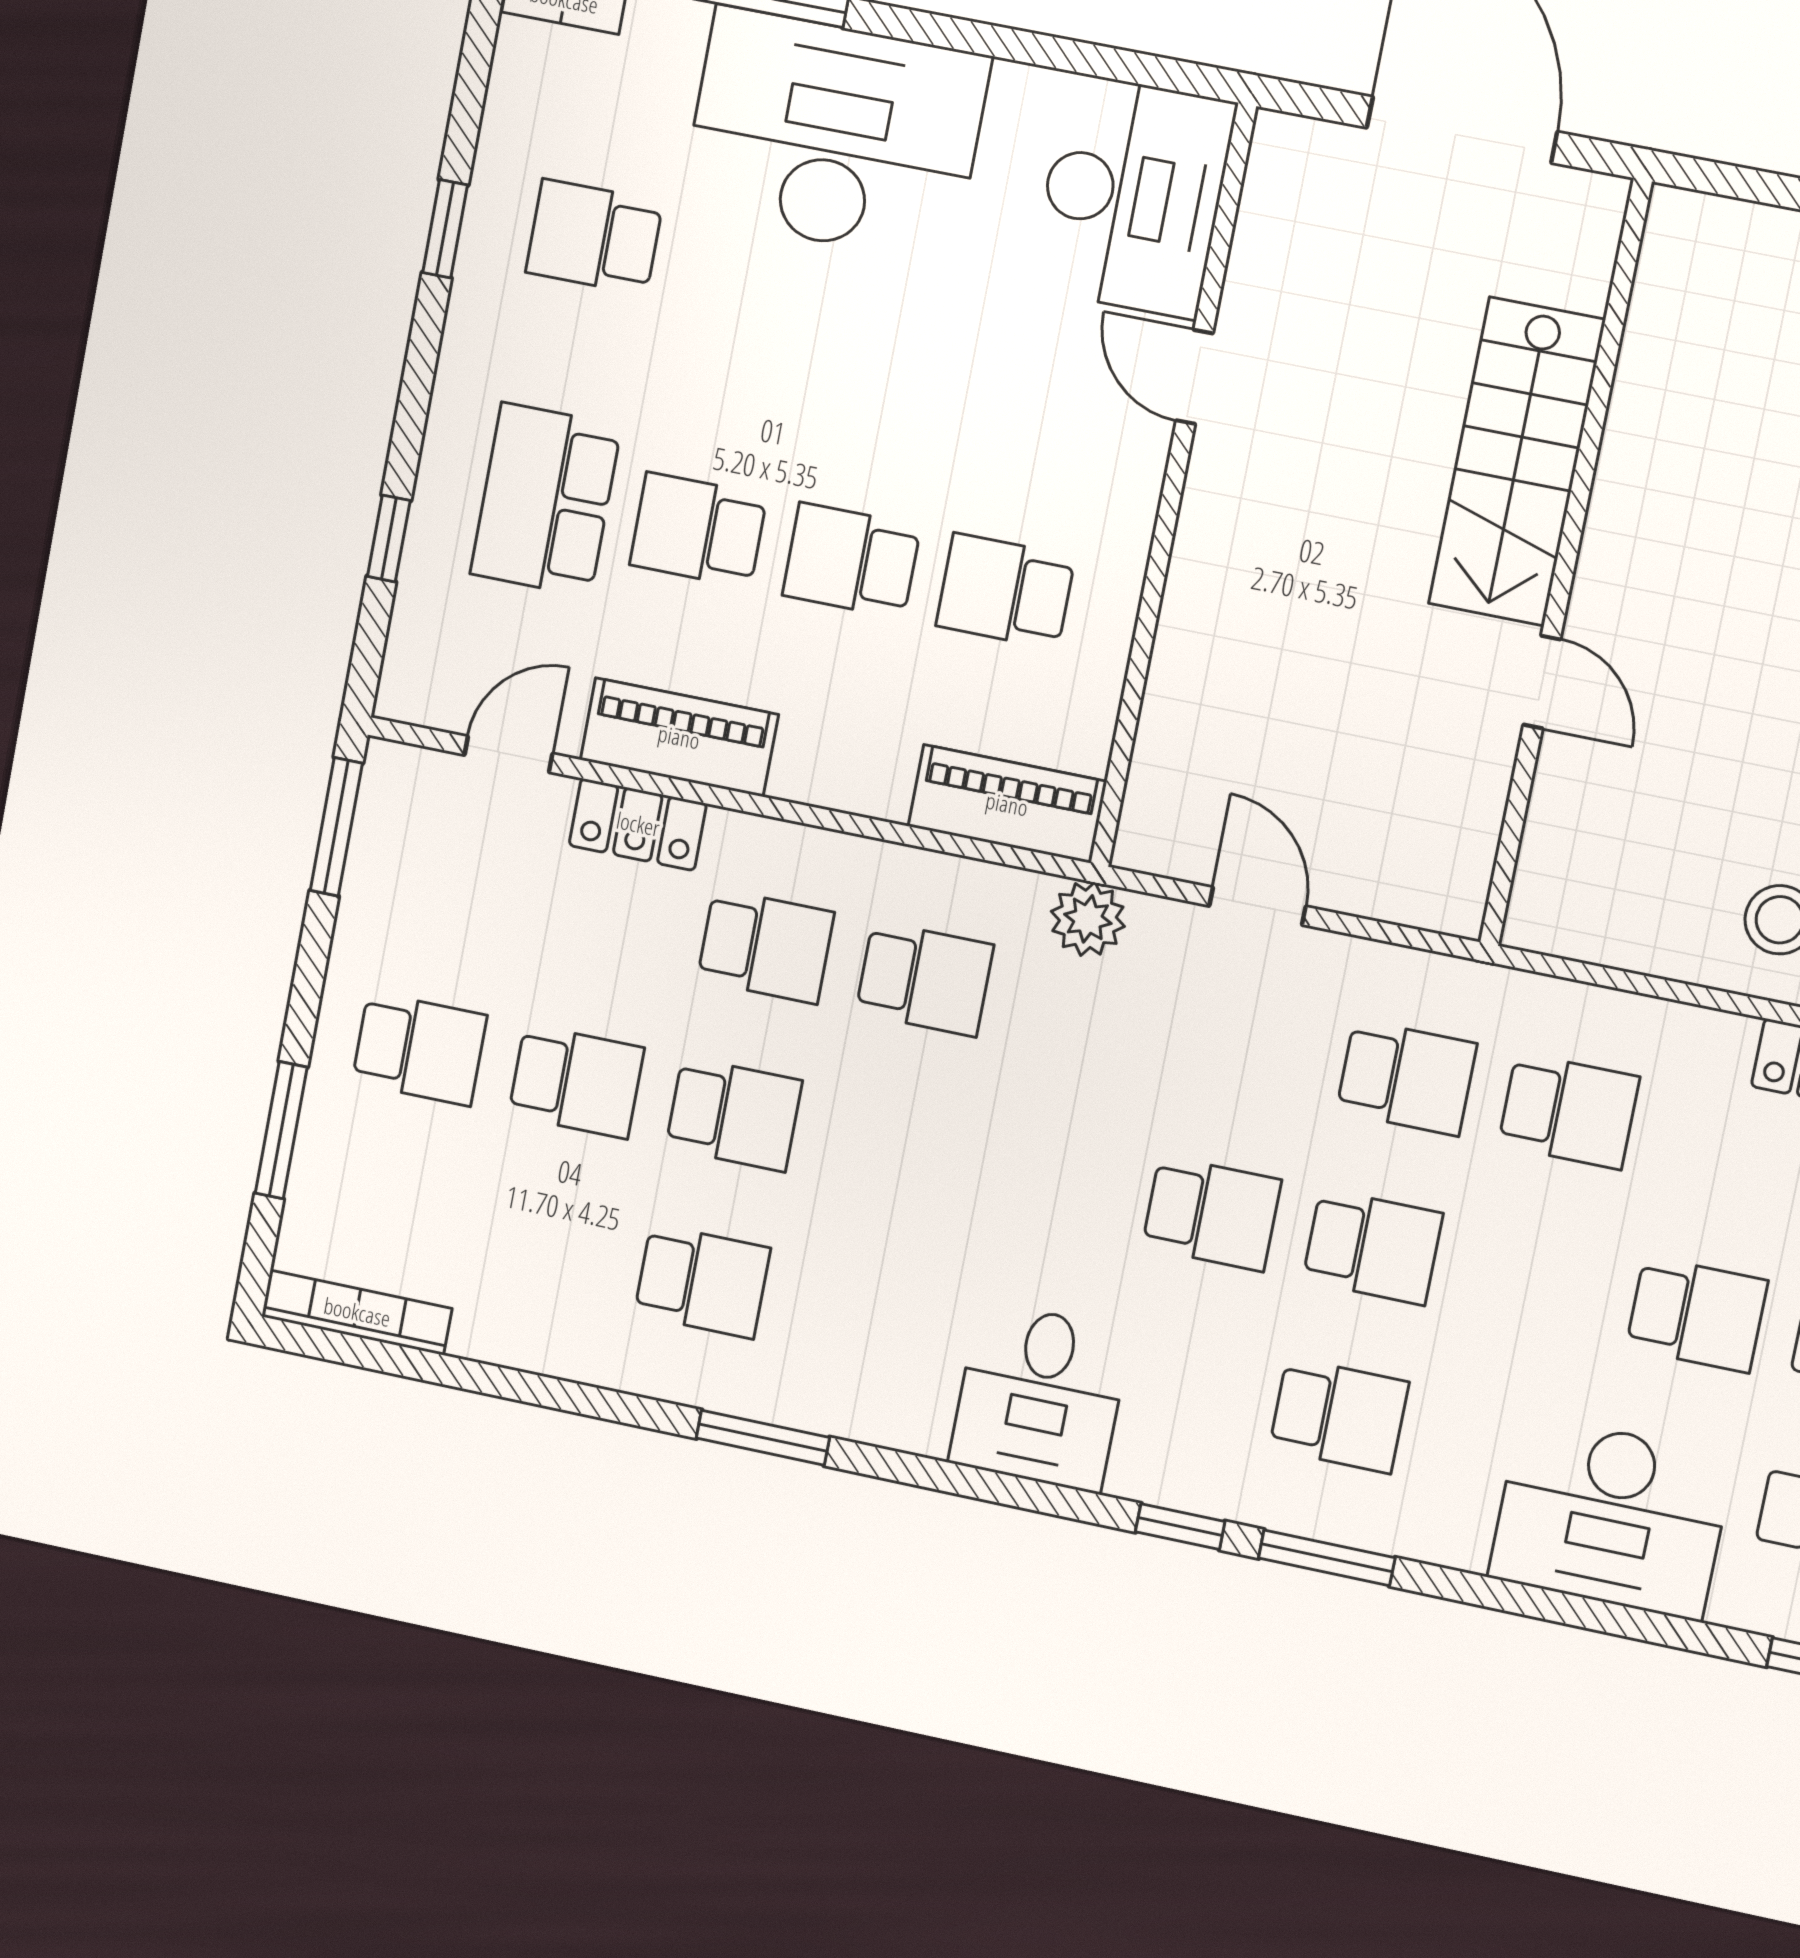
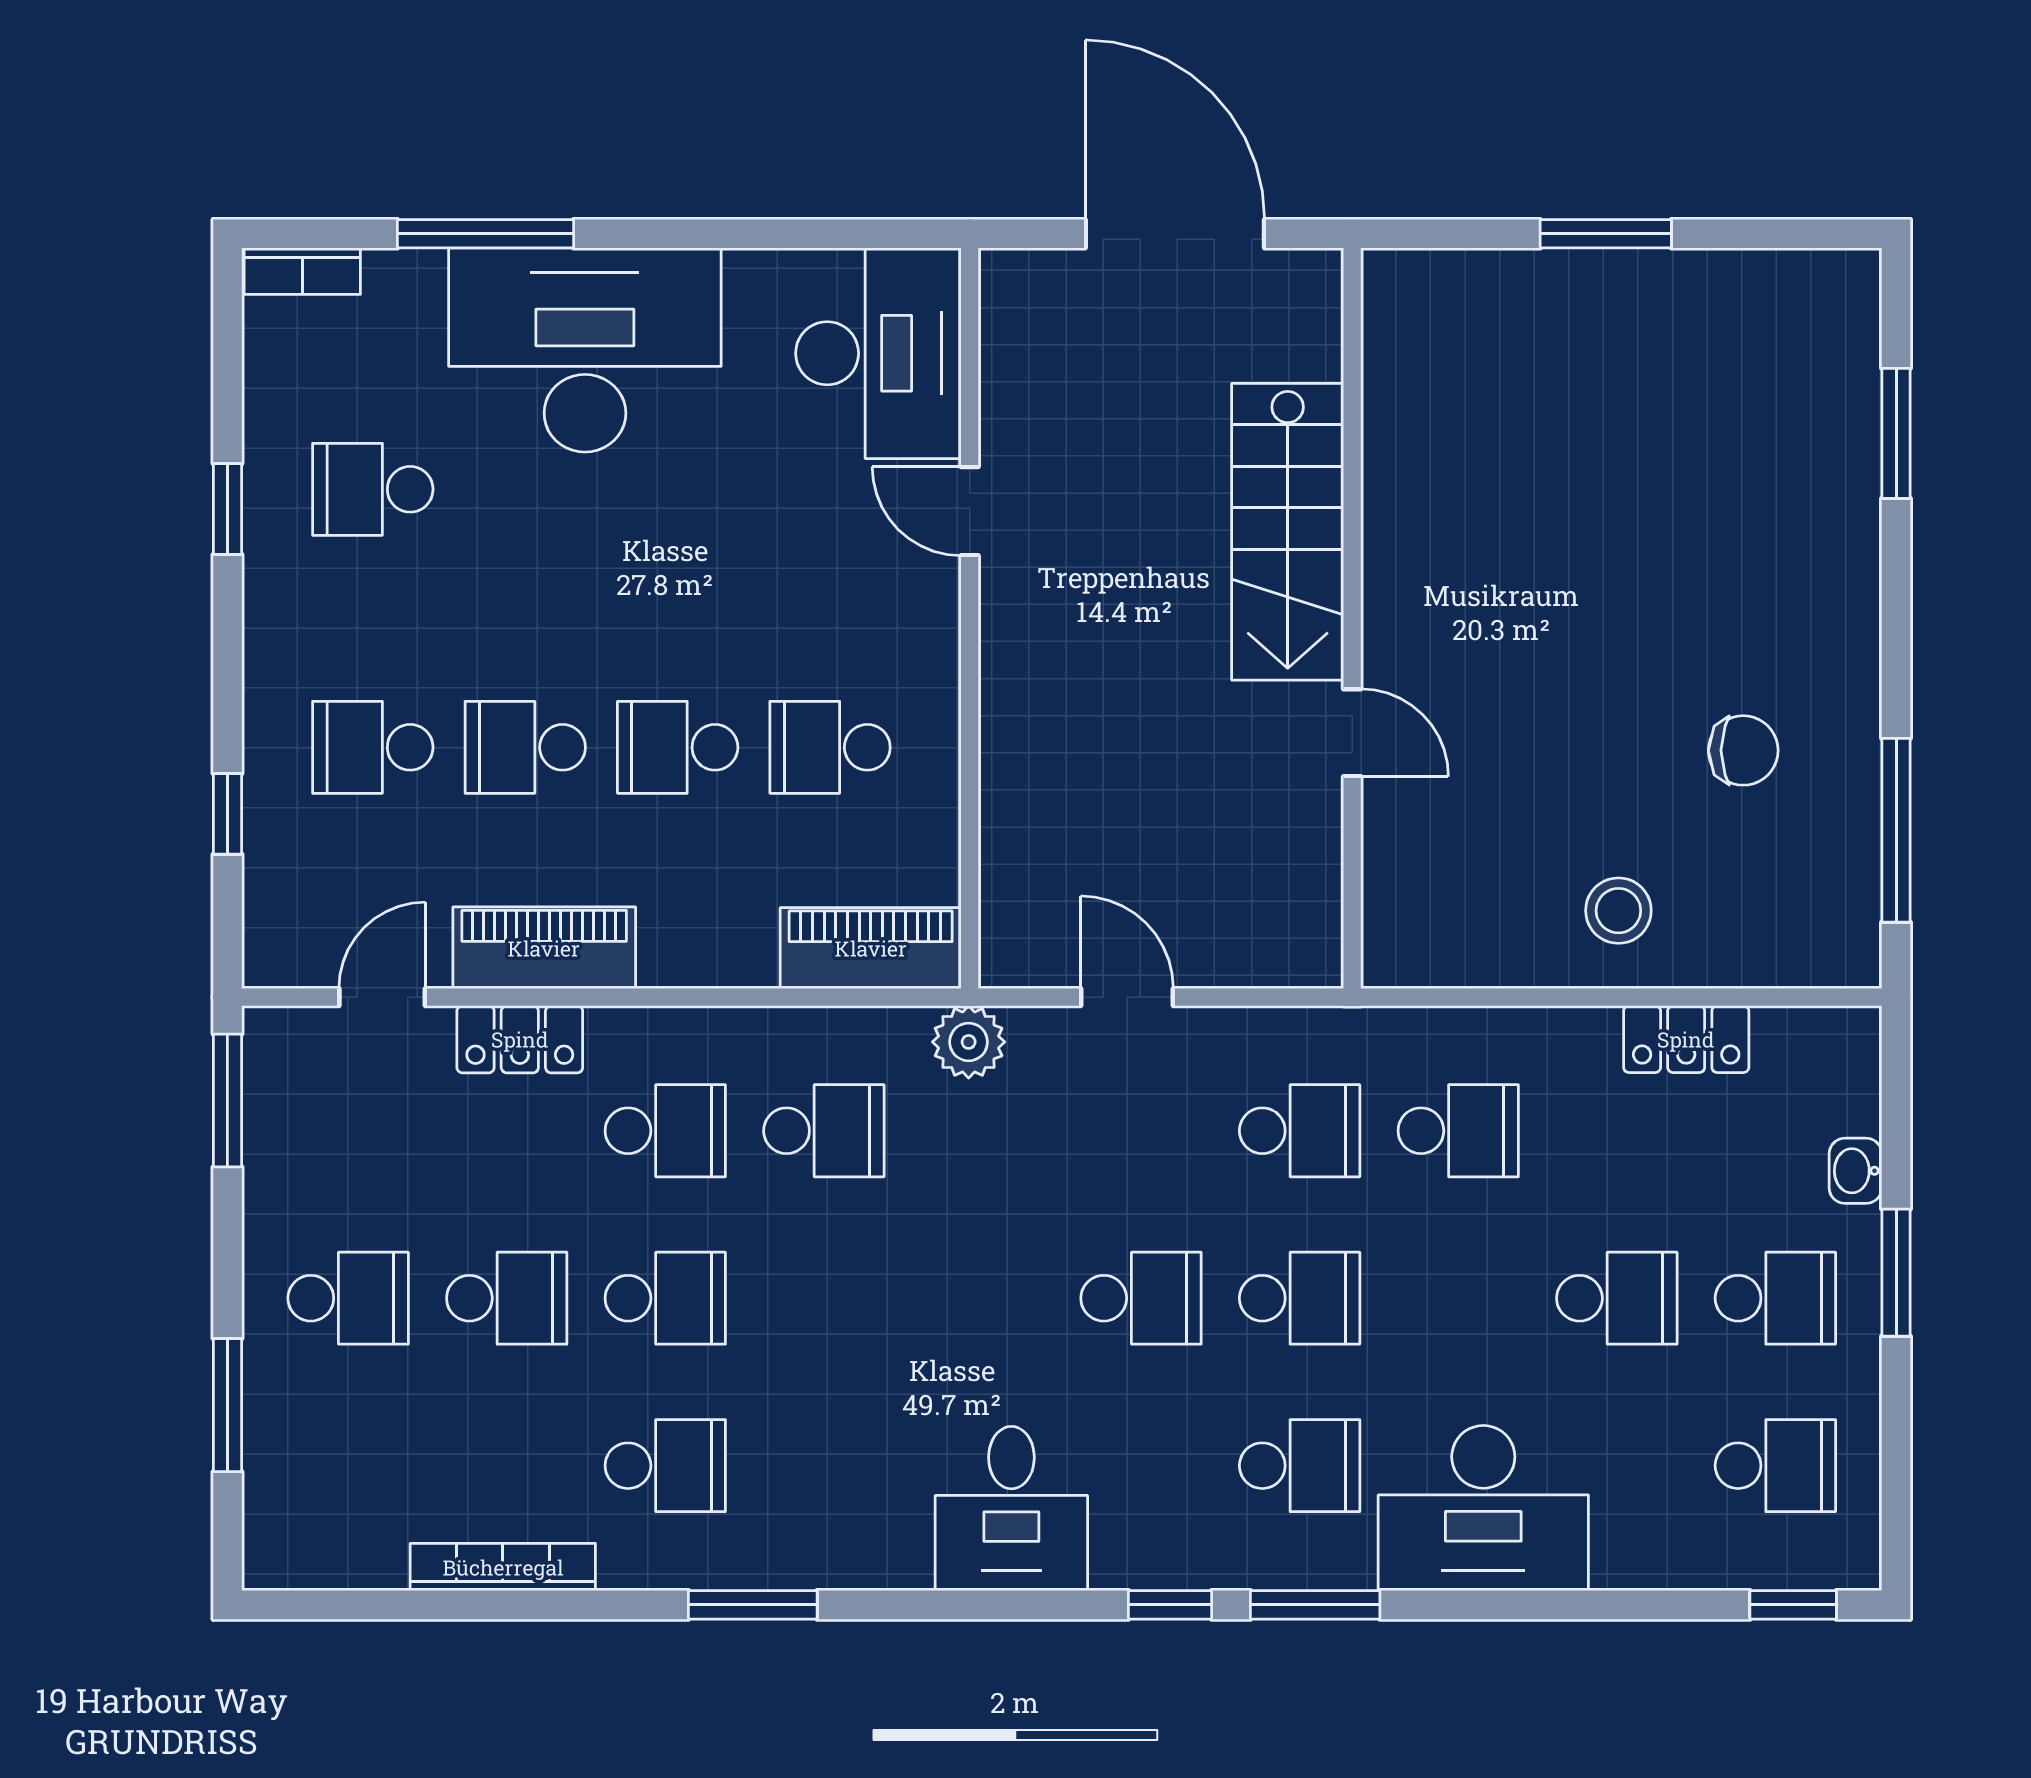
school desk: (546, 500) -> (373, 747), width x0.54
bookcase: (357, 1312) -> (503, 1567), moved
desk: (1611, 1517) -> (1483, 1508), moved

